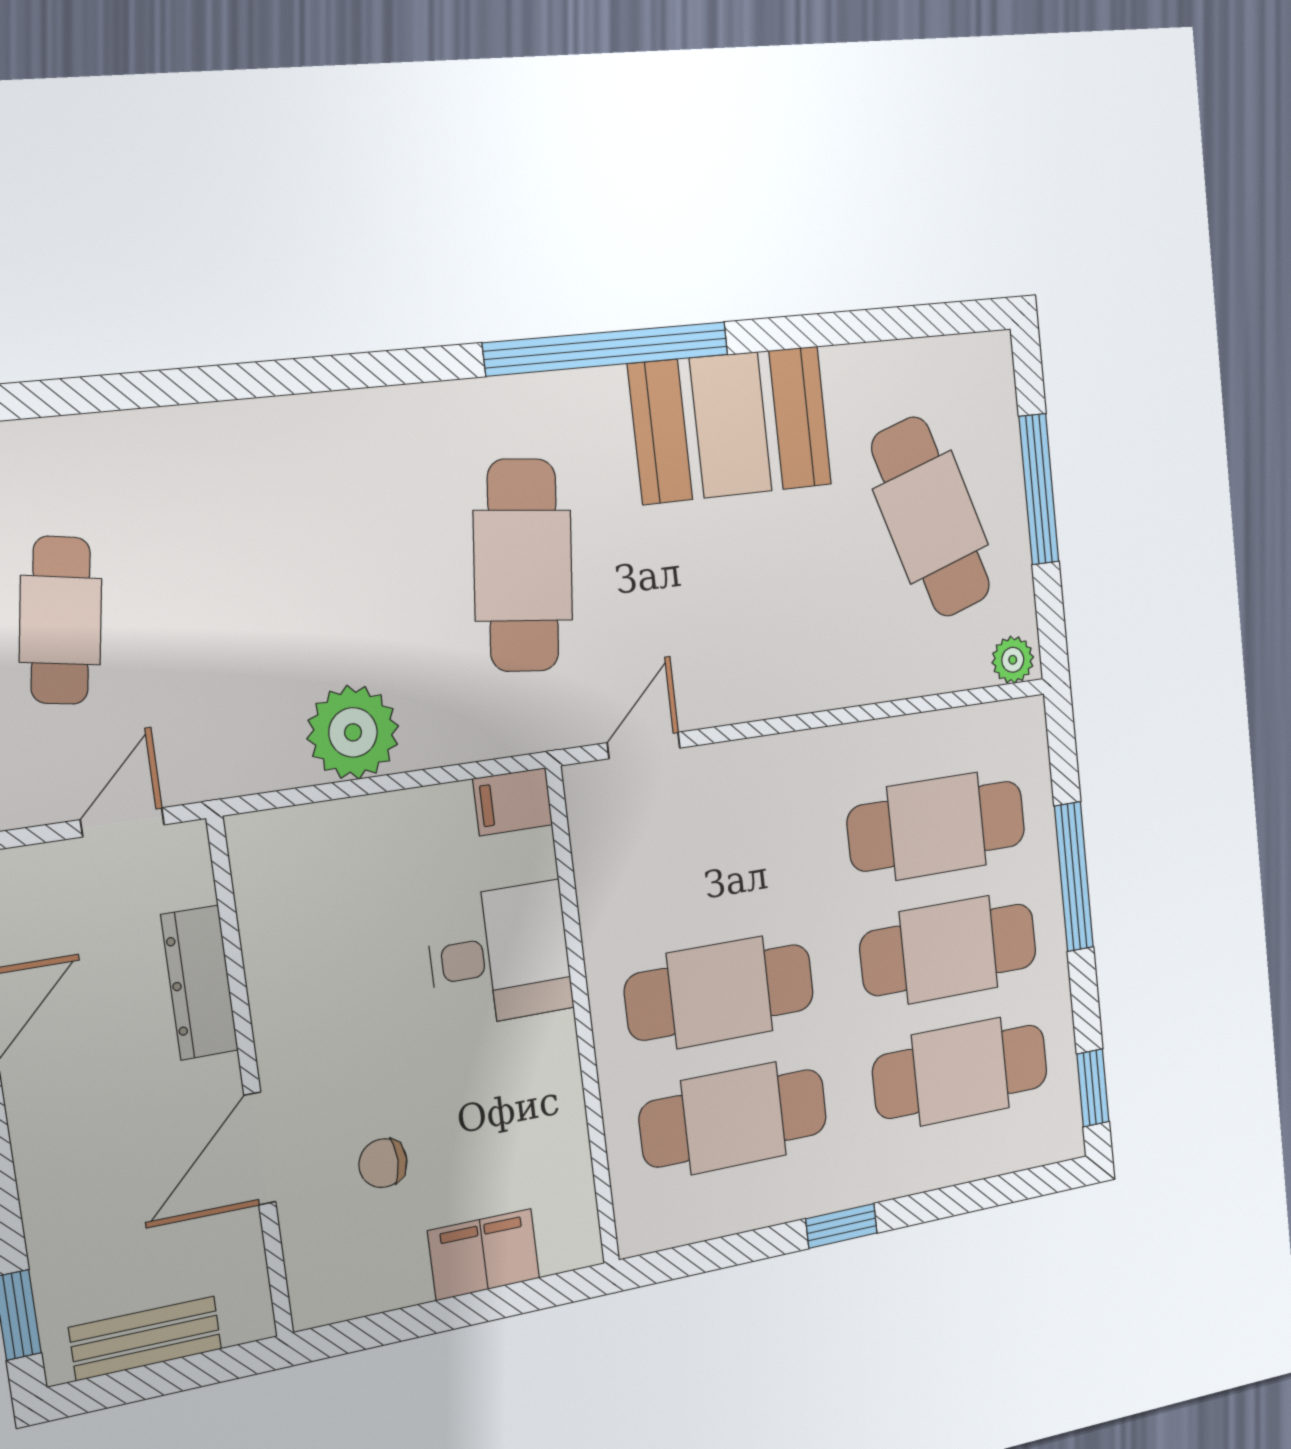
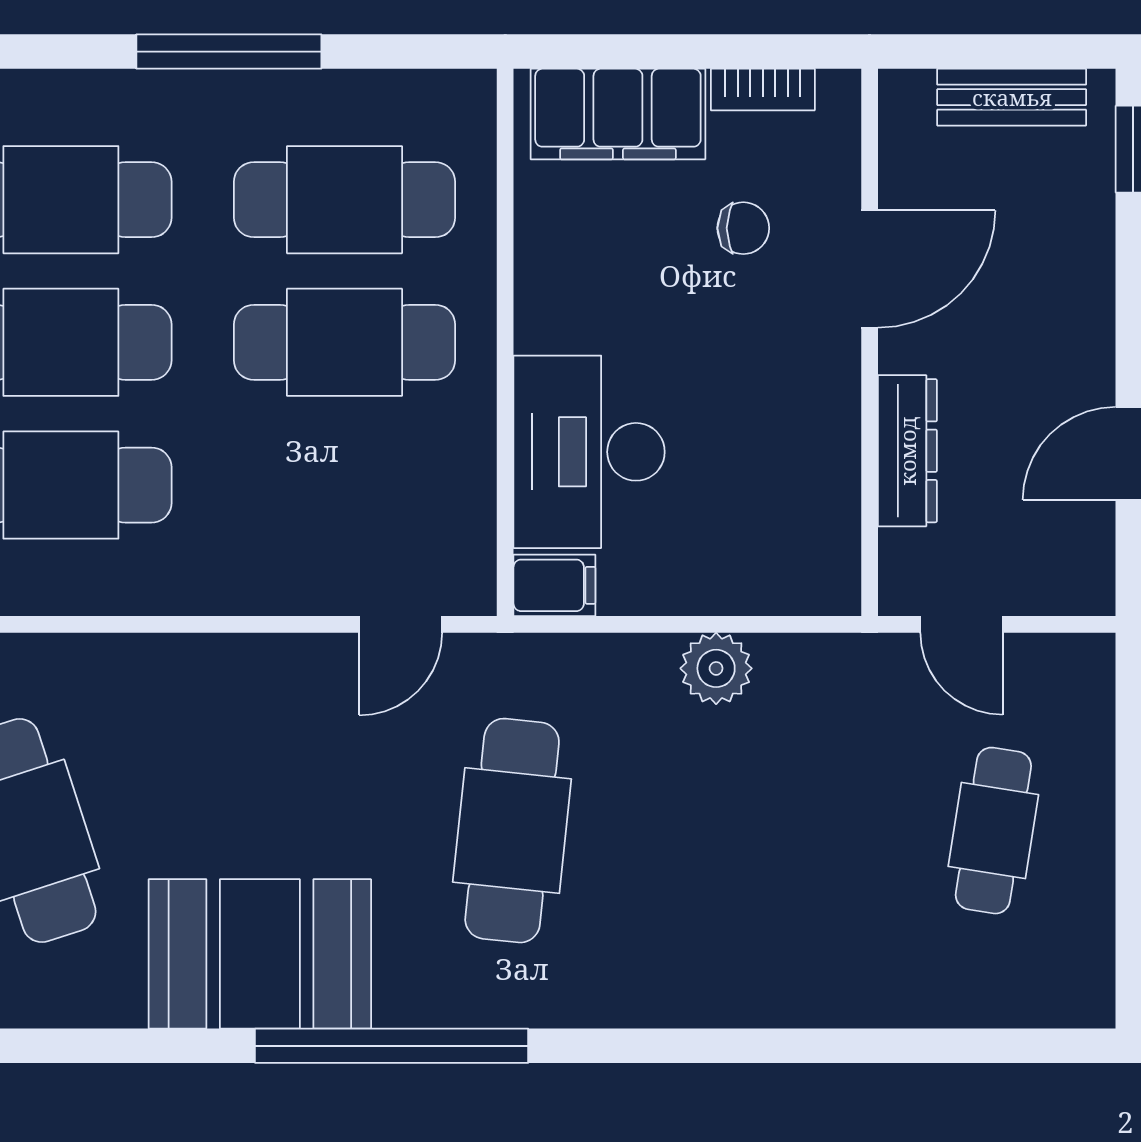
plant: (353, 732) -> (716, 668), width x0.73, depth x0.73
door: (122, 822) -> (961, 624), hinge flipped
desk: (500, 955) -> (589, 452), width x1.37
window: (841, 1226) -> (229, 52), width x2.17
filing cabinet: (484, 1255) -> (618, 114), width x1.50, depth x1.17
bookcase: (382, 1294) -> (763, 90), added

